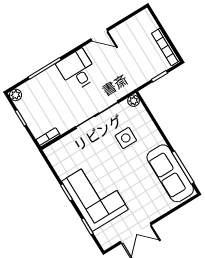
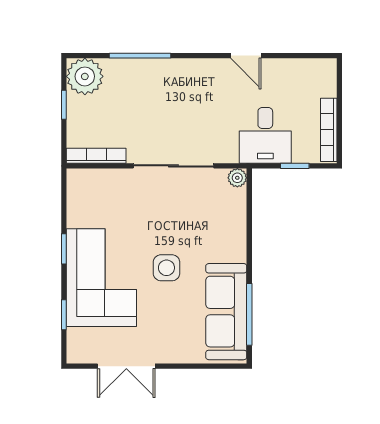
desk: (77, 70) -> (265, 135), moved, turned 180
plant: (16, 95) -> (85, 76), width x1.88, depth x1.88
bookcase: (48, 137) -> (96, 156), width x1.56
side table: (126, 138) -> (166, 268), moved

